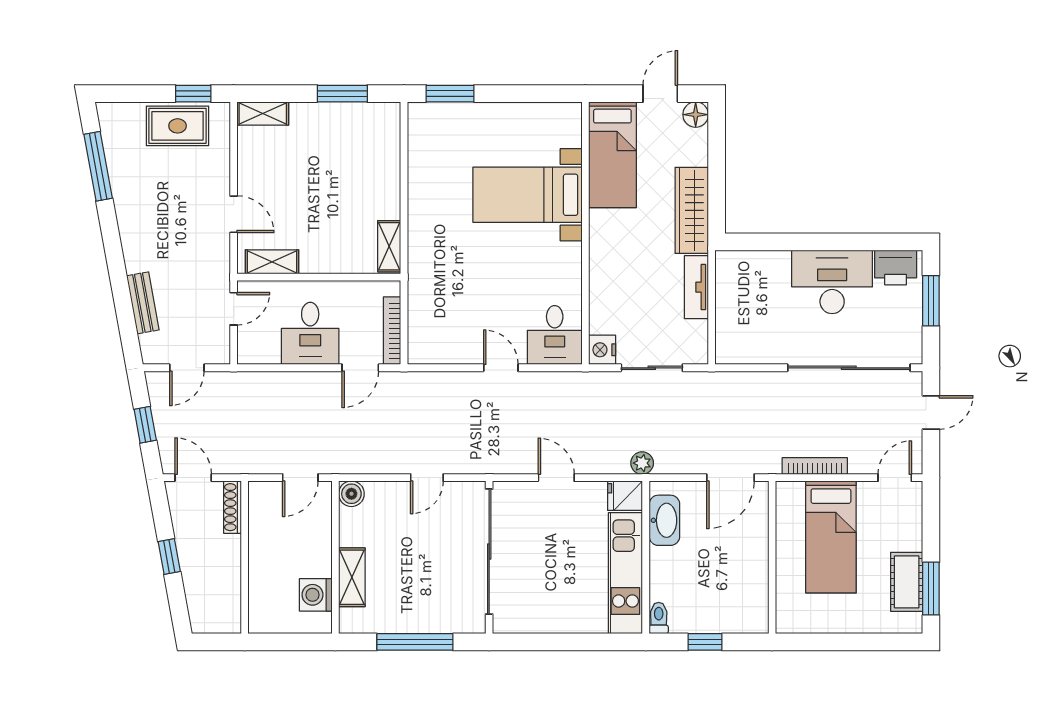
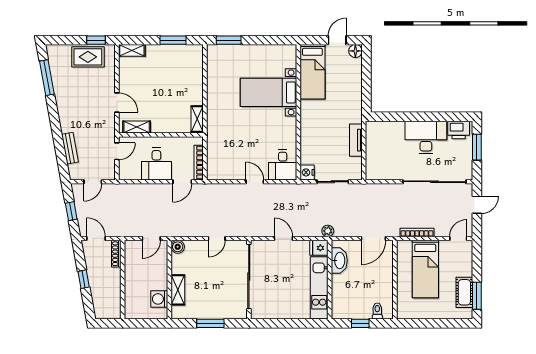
wardrobe: (692, 210) -> (353, 100), removed
toilet: (659, 618) -> (377, 311), moved
window: (415, 642) -> (210, 323), width x0.69

